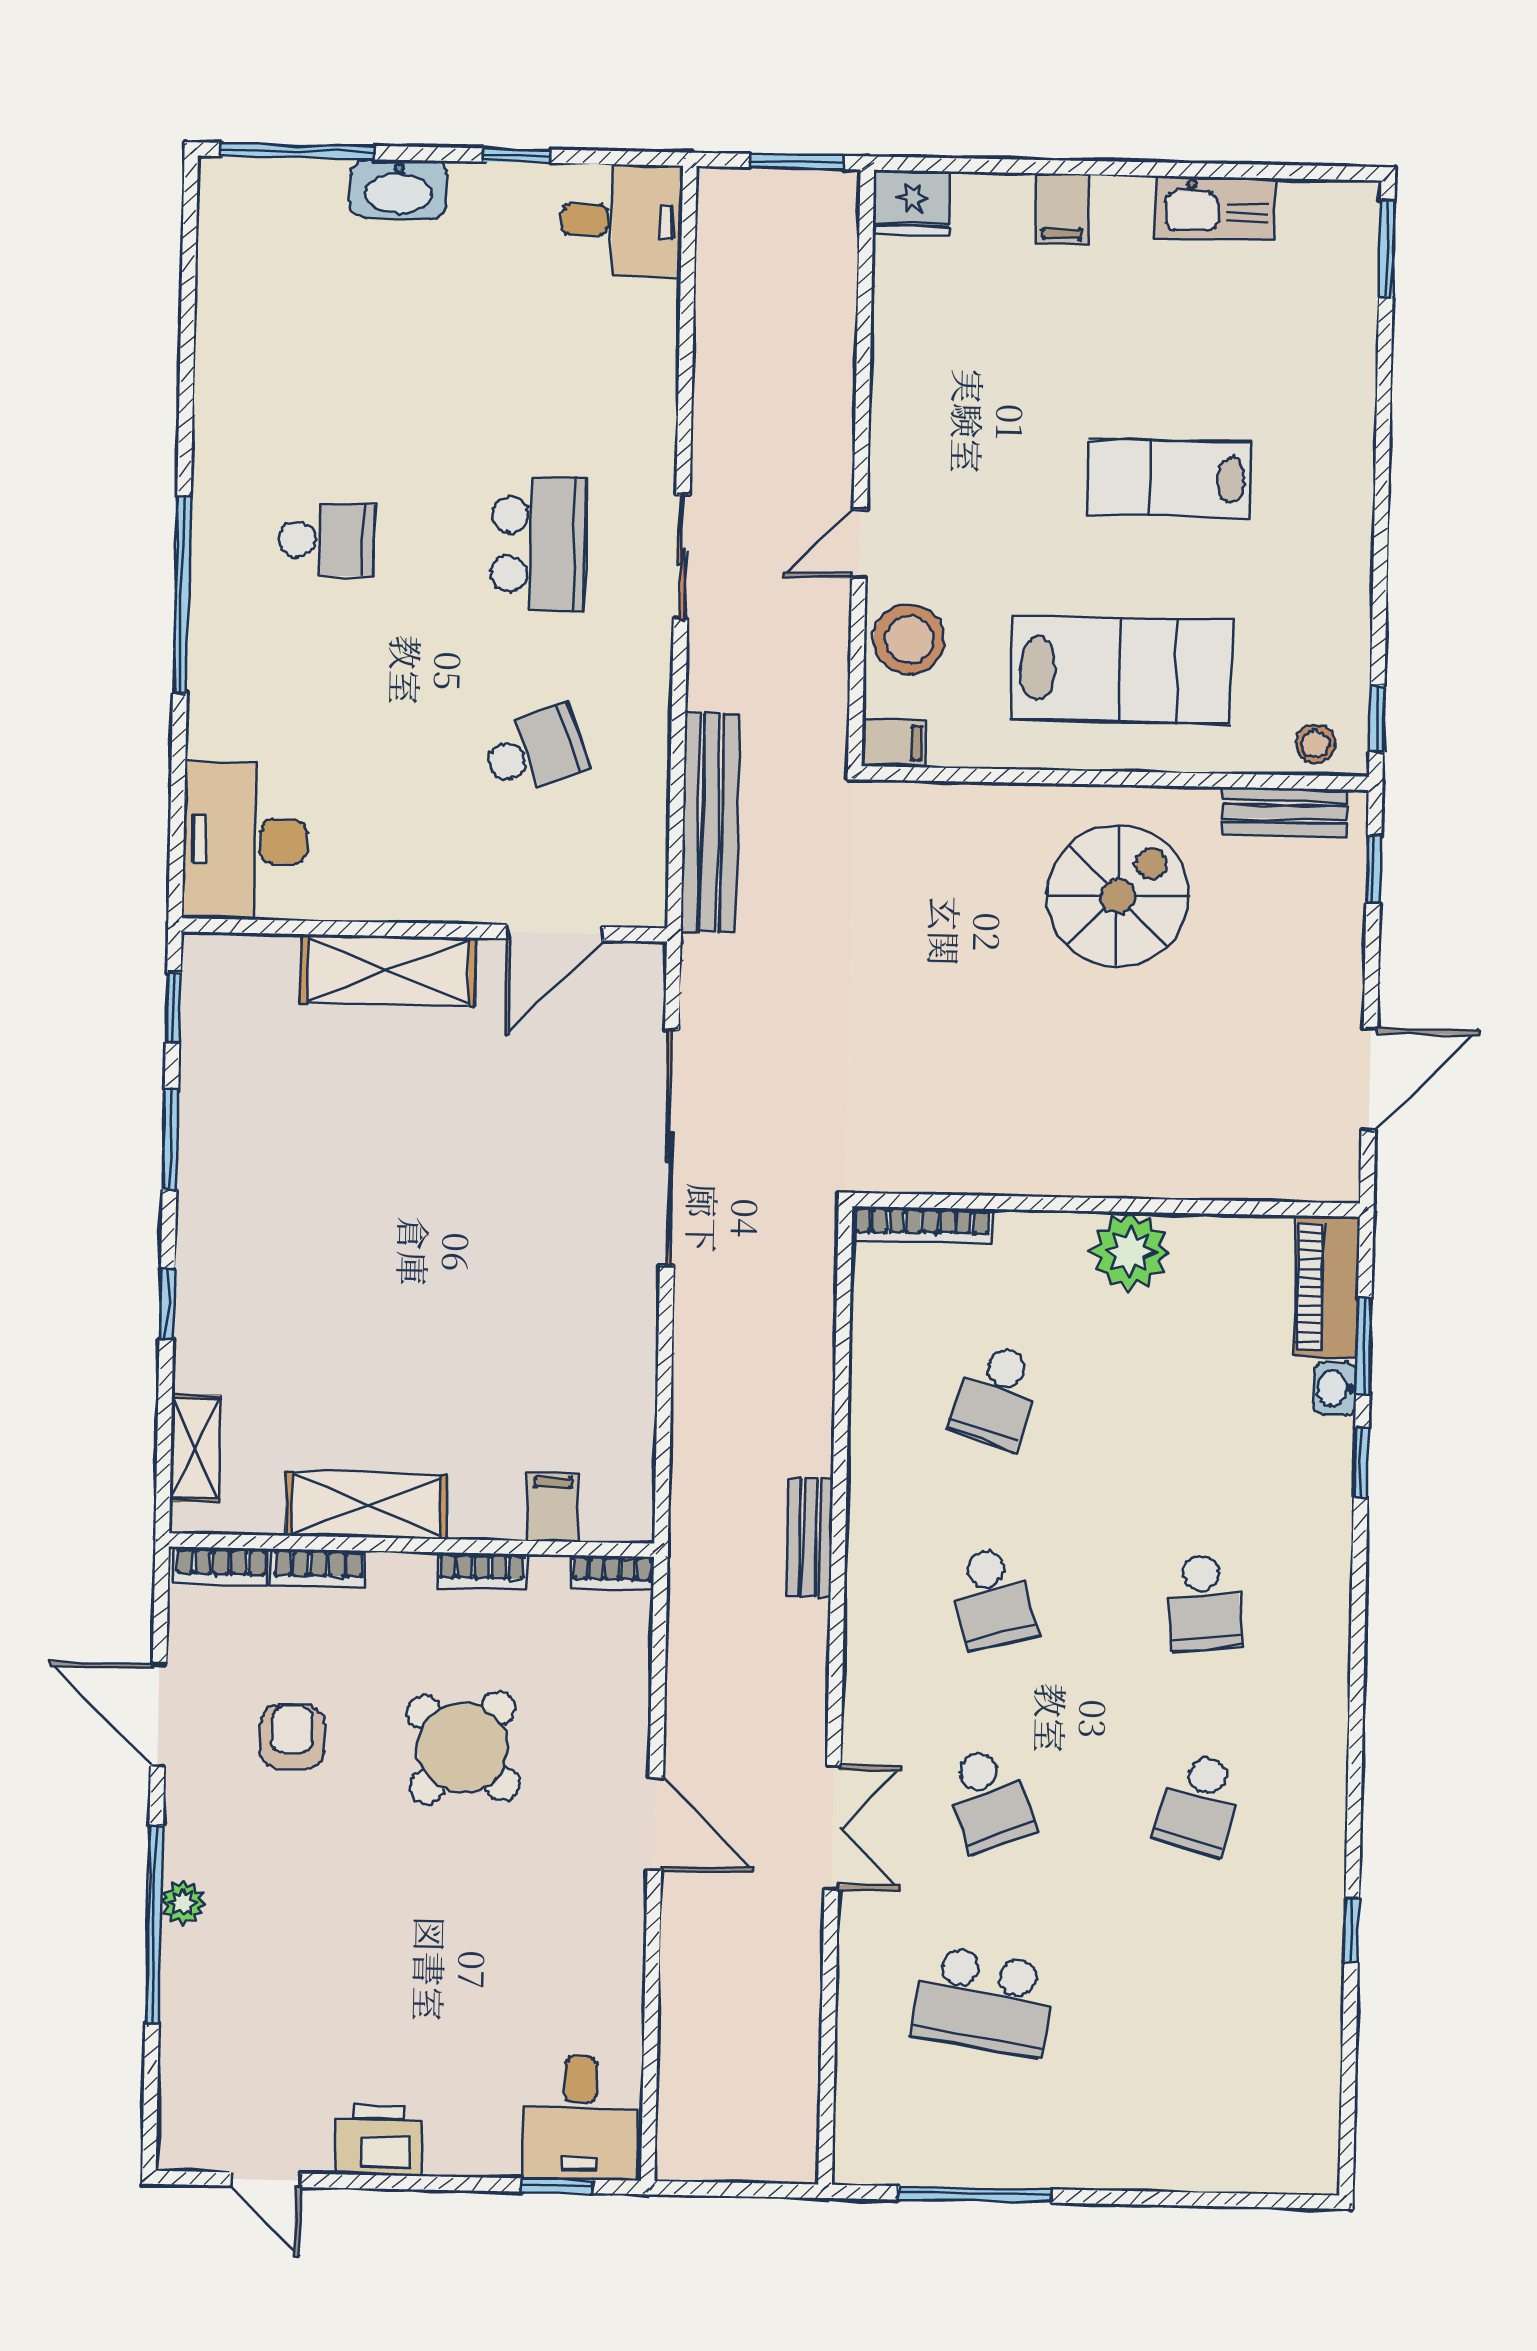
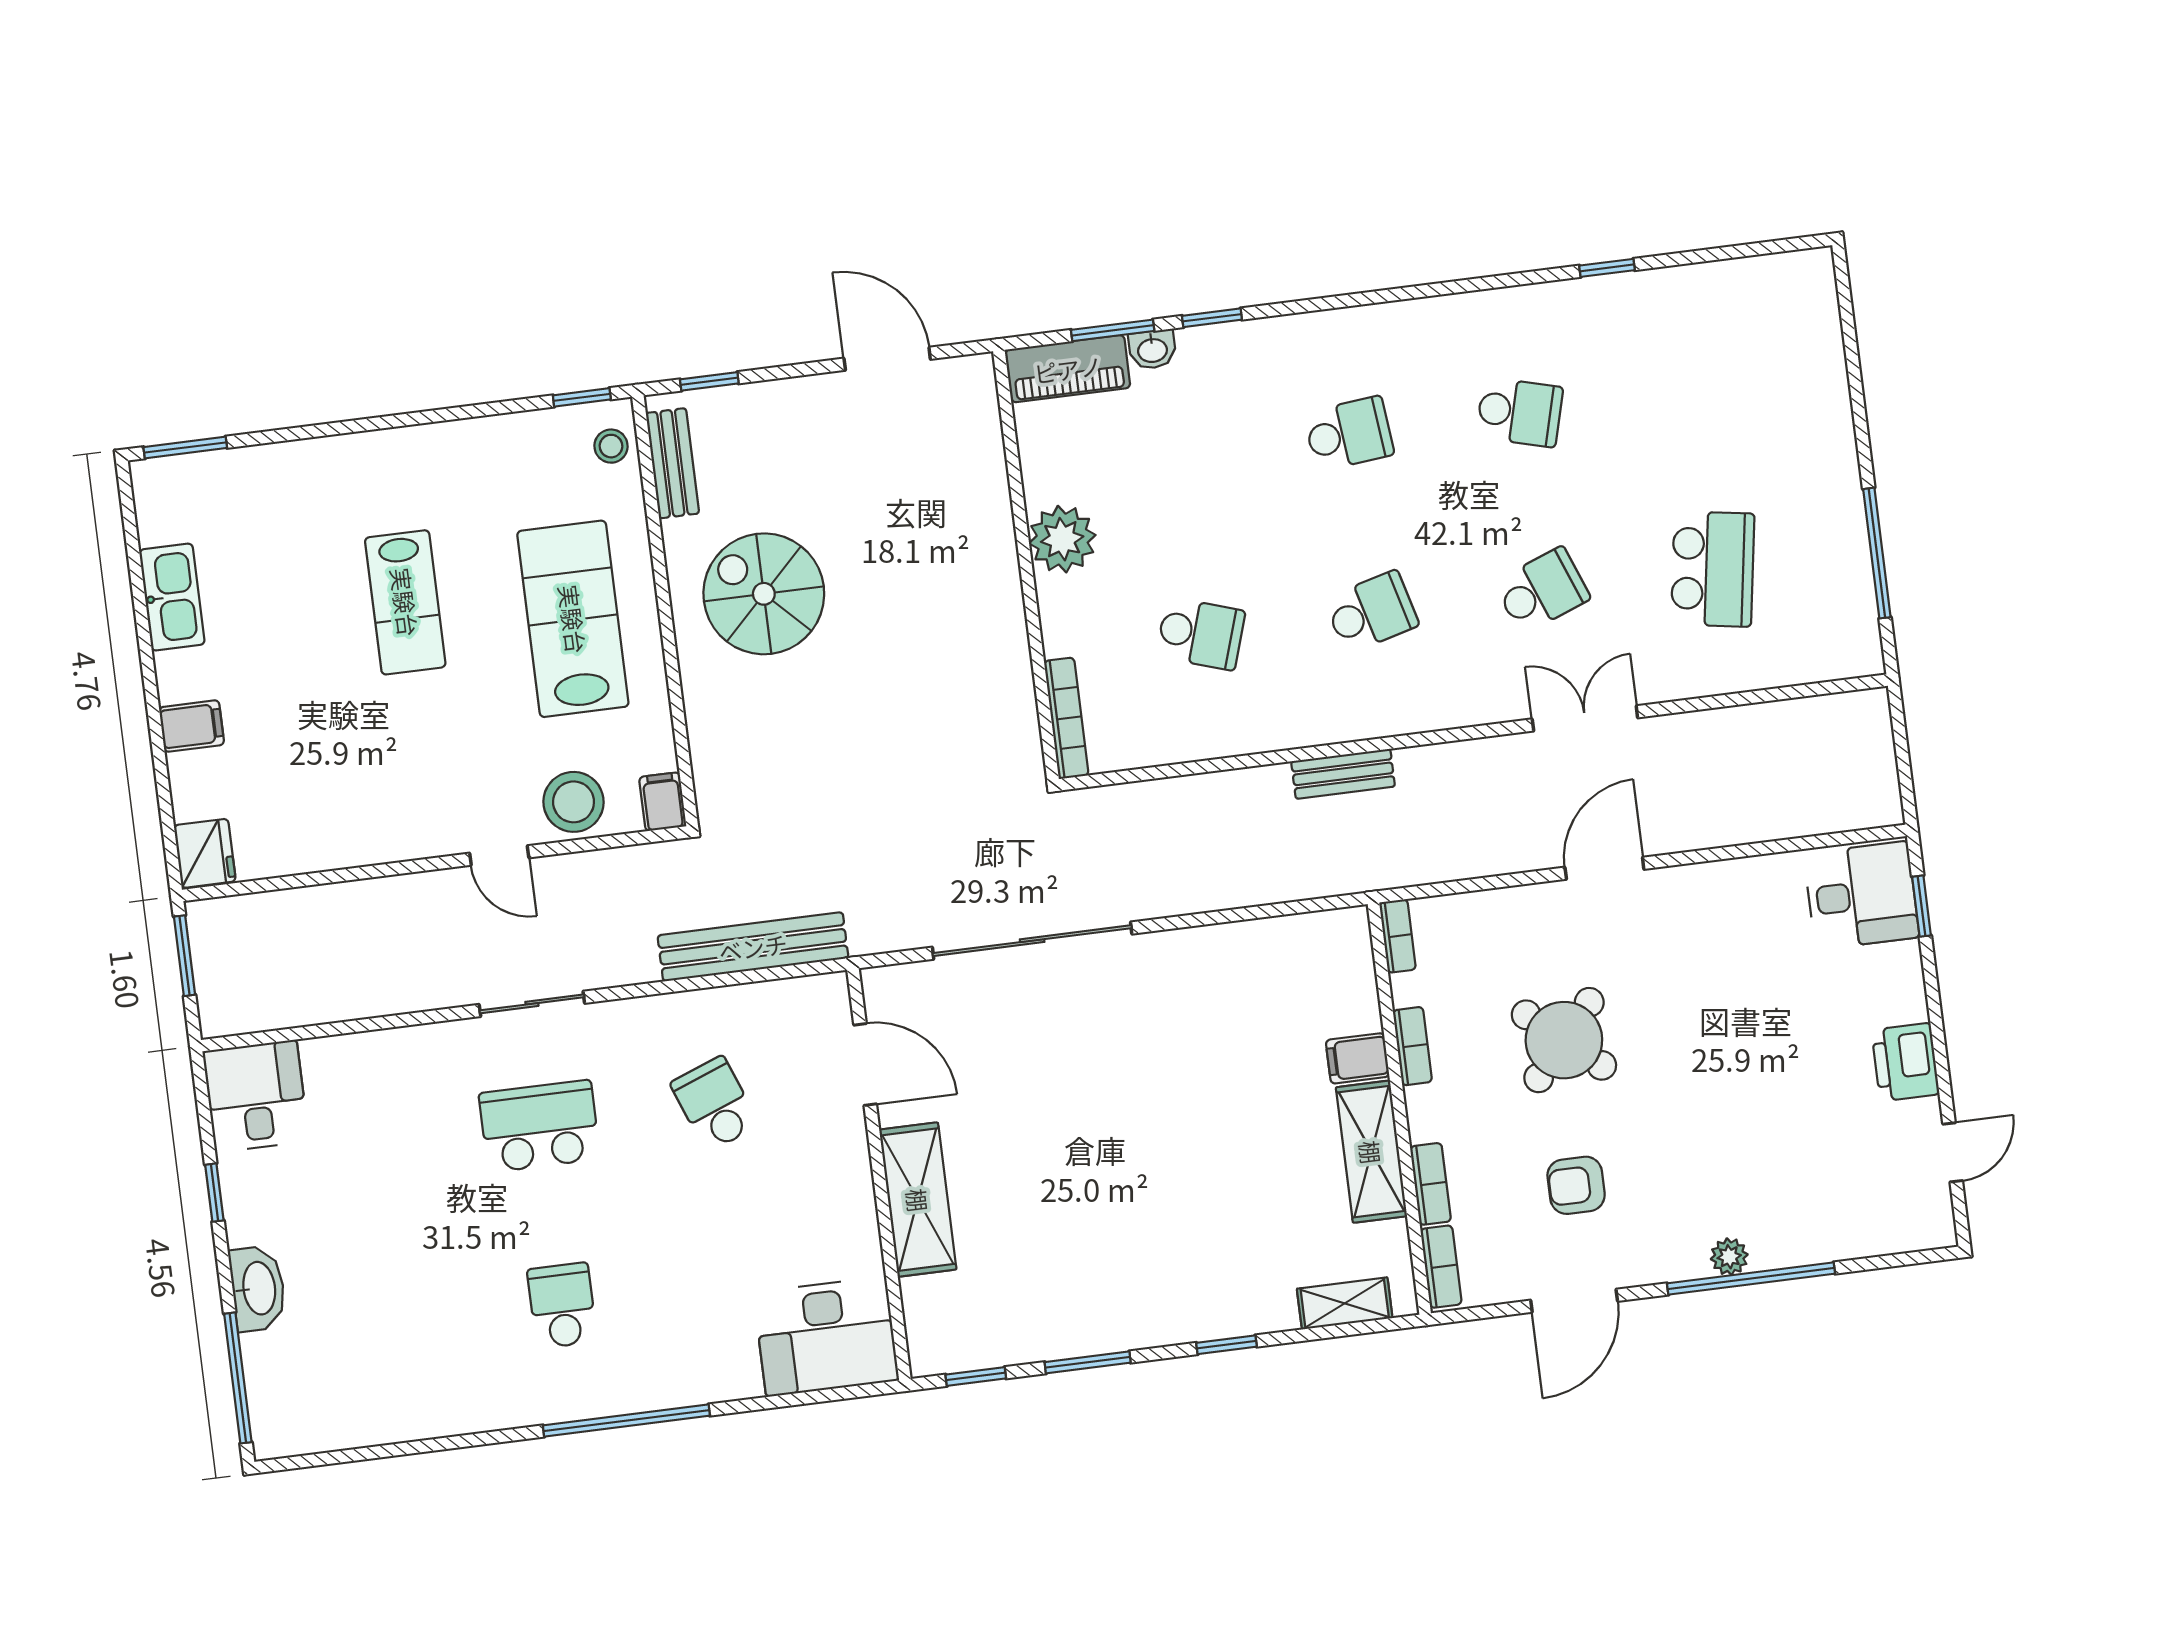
filing cabinet: (553, 1507) -> (1358, 1058), moved

